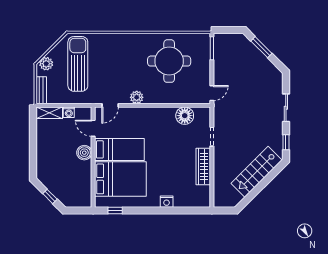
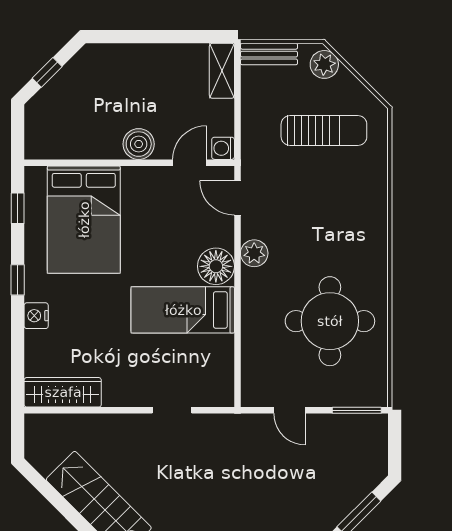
sun lounger: (78, 64) -> (324, 131), width x0.73, depth x0.75
door: (212, 93) -> (289, 410), moved
washing machine: (69, 112) -> (223, 148), moved
floor lamp: (185, 116) -> (216, 266), moved
bed: (119, 149) -> (183, 310), moved, turned 90
wardrobe: (203, 166) -> (63, 392), moved
window: (149, 211) -> (18, 280), added

